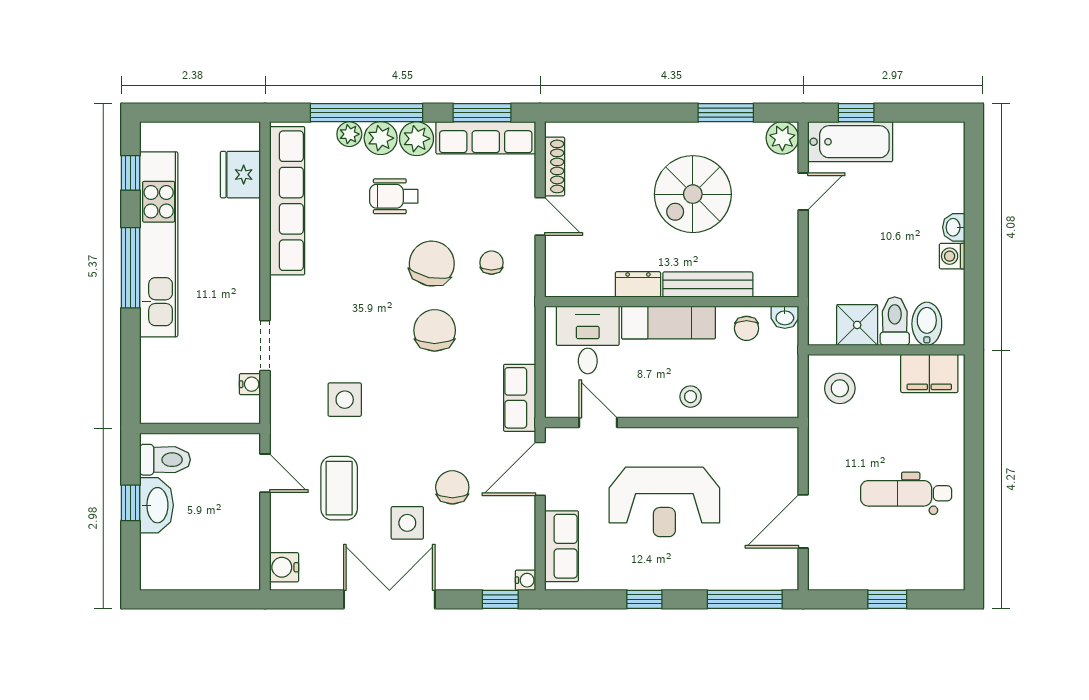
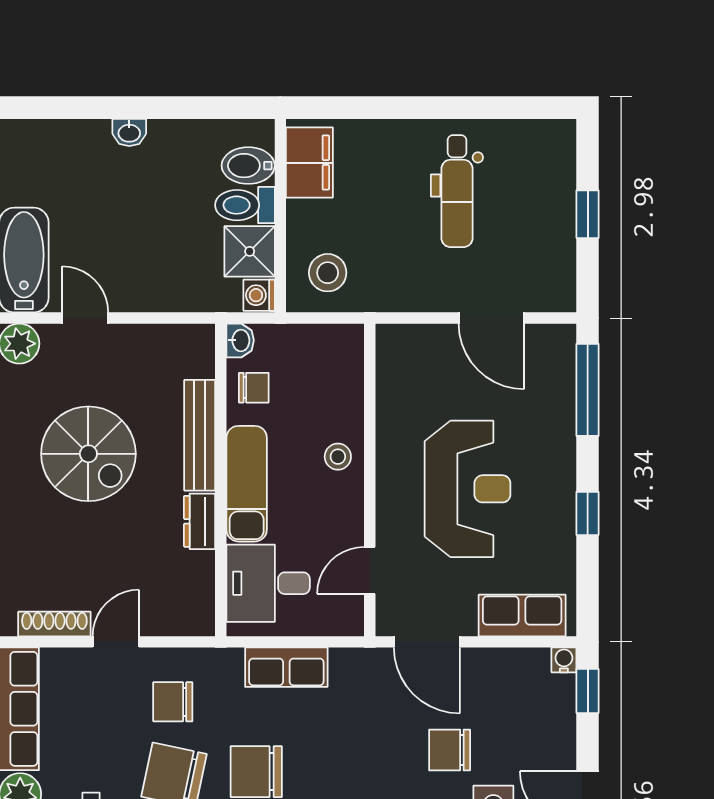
washing machine: (952, 256) -> (259, 295), moved, turned 90
chair: (492, 263) -> (173, 702), width x1.37, depth x1.37
row of seats: (520, 398) -> (286, 667), moved

